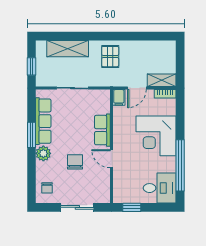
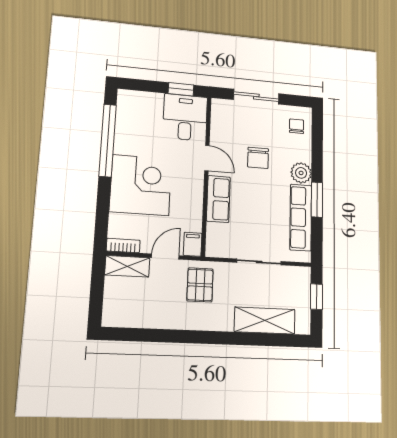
pallet: (110, 57) -> (200, 285), moved
desk: (160, 188) -> (185, 117), moved, turned 90

